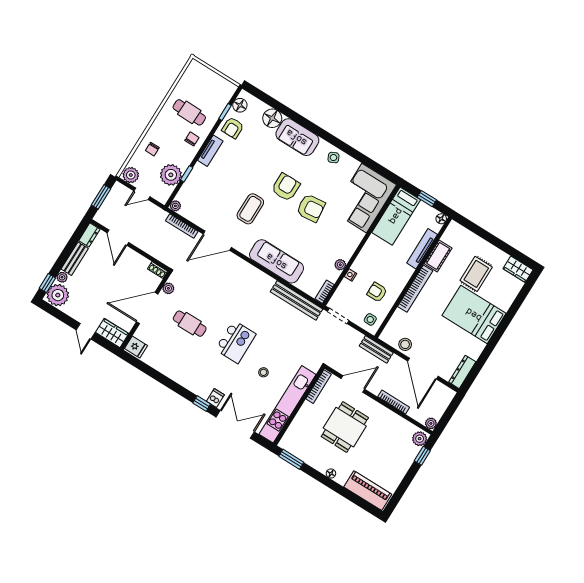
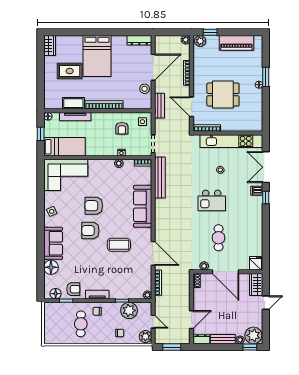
armchair: (311, 208) -> (94, 206), turned -84
kitchen island: (236, 342) -> (212, 200), turned 180
window: (291, 459) -> (266, 77), moved
piano: (368, 491) -> (236, 43), moved, turned -90

